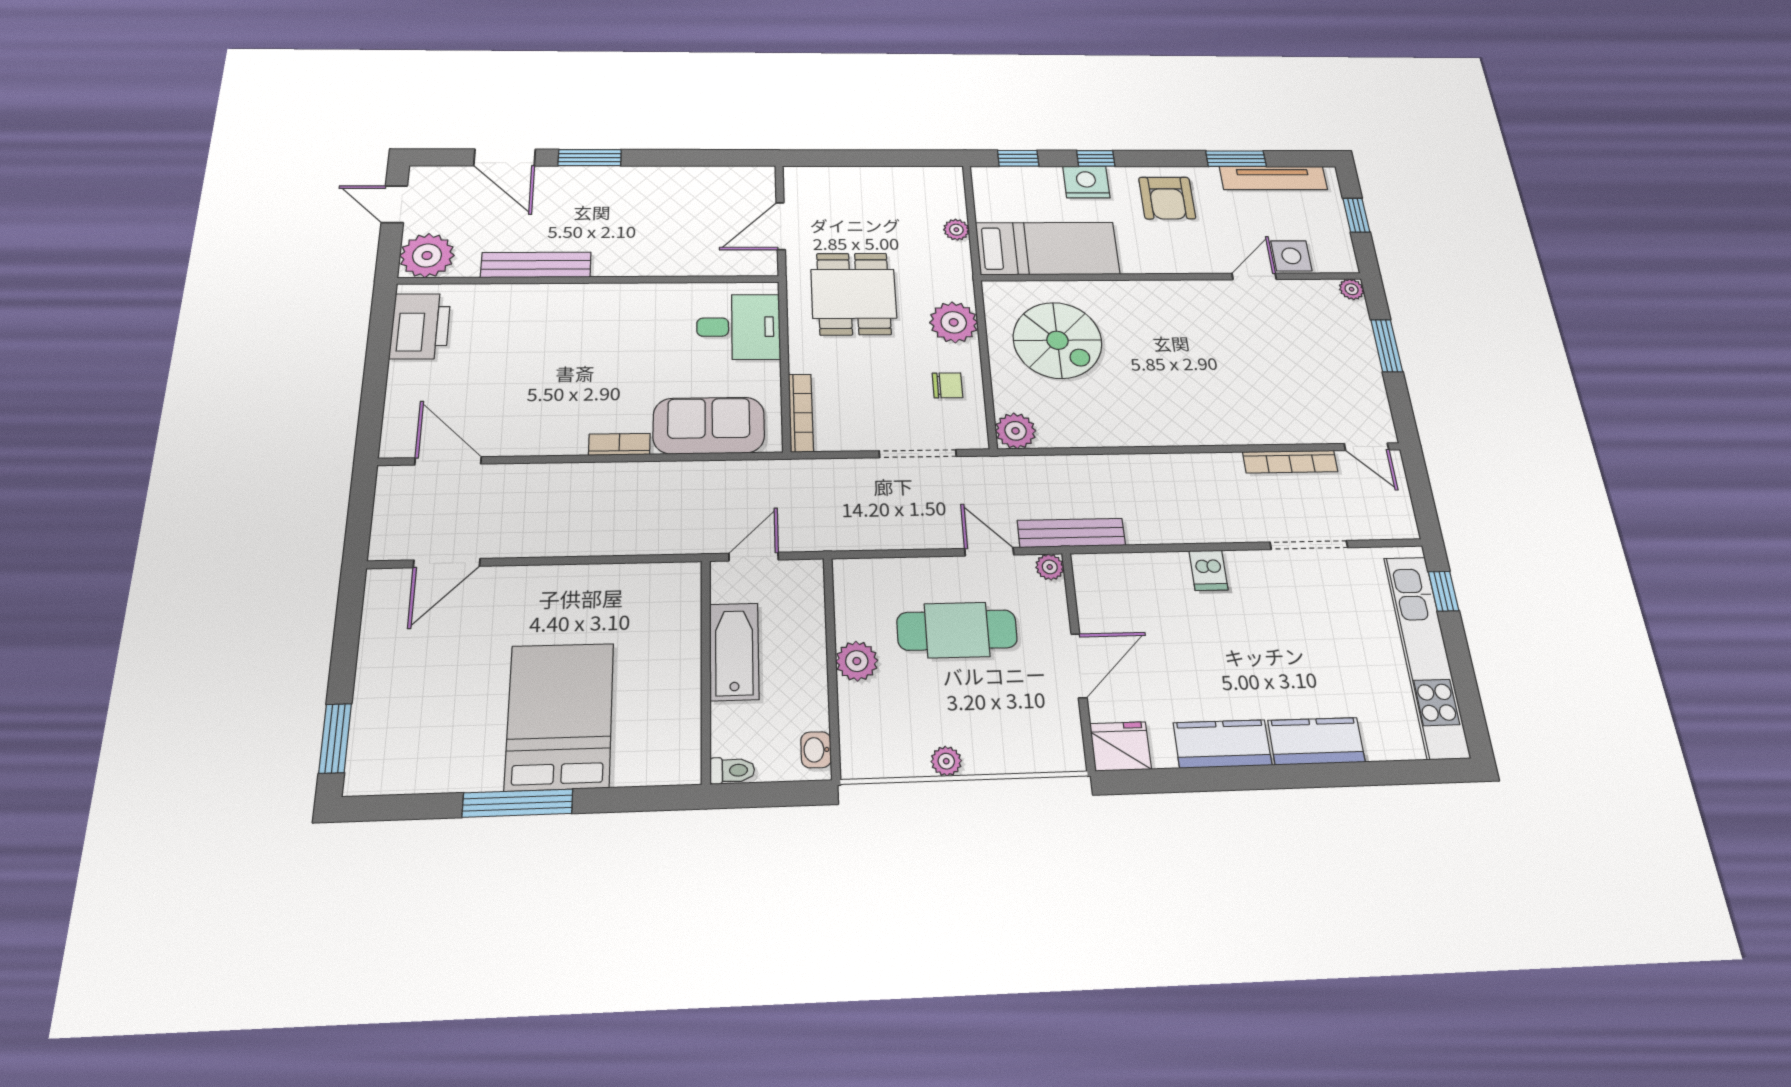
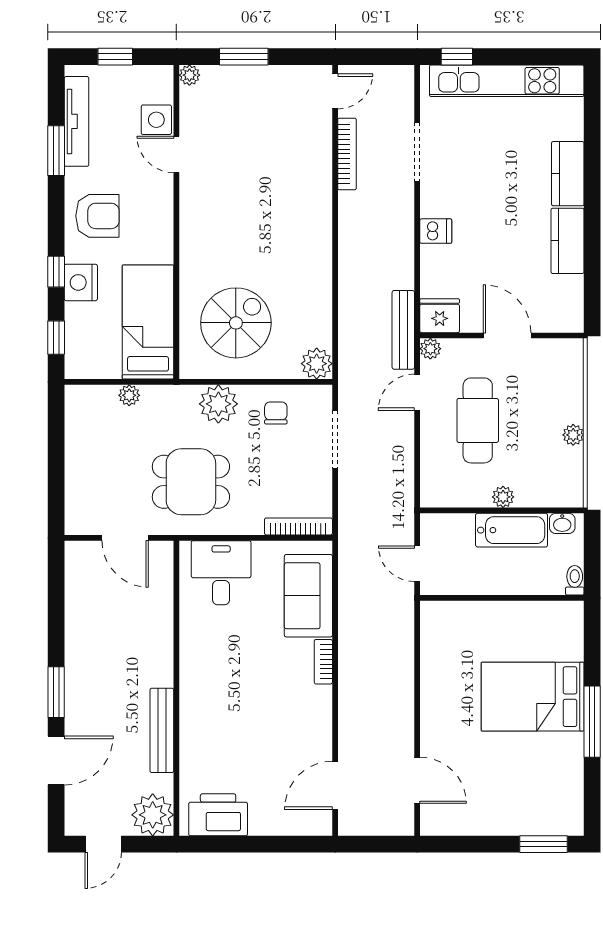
bathtub: (734, 651) -> (512, 530), moved, turned 180
plant: (857, 661) -> (503, 497), width x0.73, depth x0.73
fridge: (1120, 746) -> (440, 316), moved, turned 90

